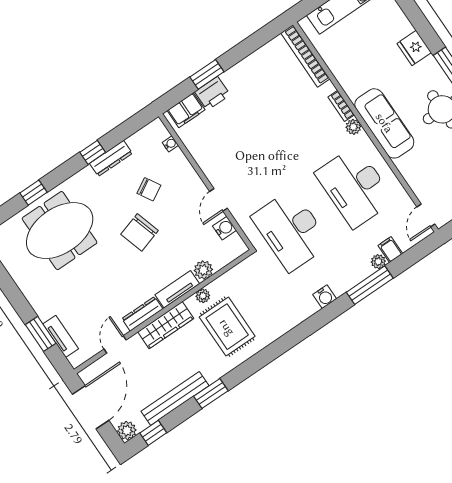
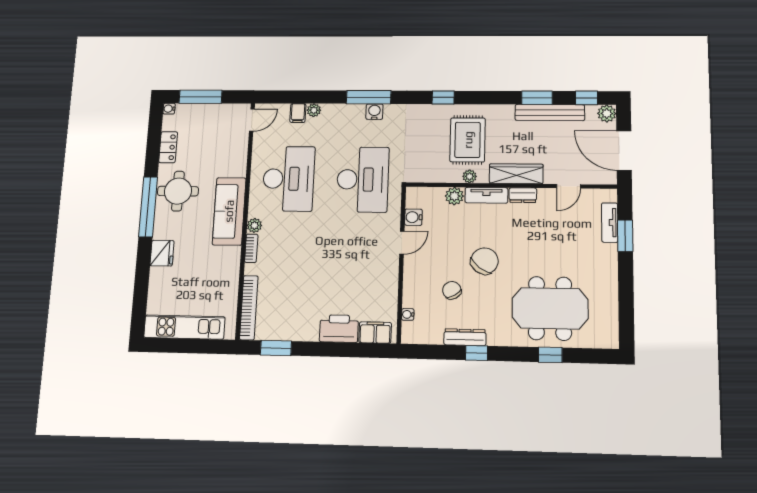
window: (207, 74) -> (276, 348), moved
printer: (212, 93) -> (339, 329), width x1.37, depth x1.19
chair: (140, 232) -> (485, 261), turned -36
window: (370, 285) -> (369, 97), moved
dresser: (142, 314) -> (523, 195), width x0.70
window: (275, 350) -> (443, 97), added
window: (211, 394) -> (537, 98), moved
door: (91, 407) -> (624, 151), hinge flipped

